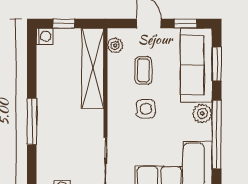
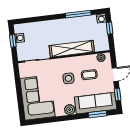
shelving: (93, 68) -> (72, 49), moved
window: (32, 121) -> (78, 14), moved
window: (217, 135) -> (59, 119), removed

